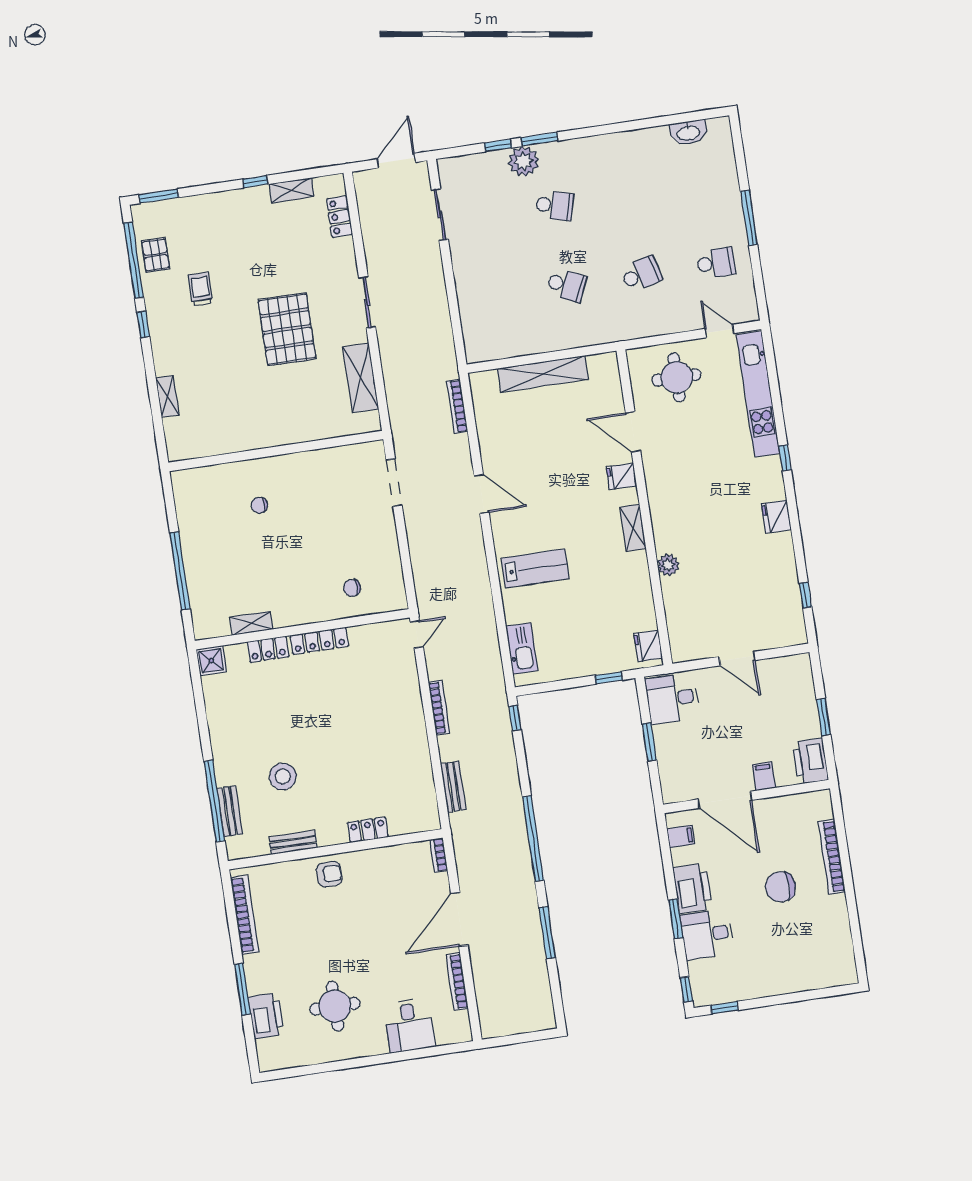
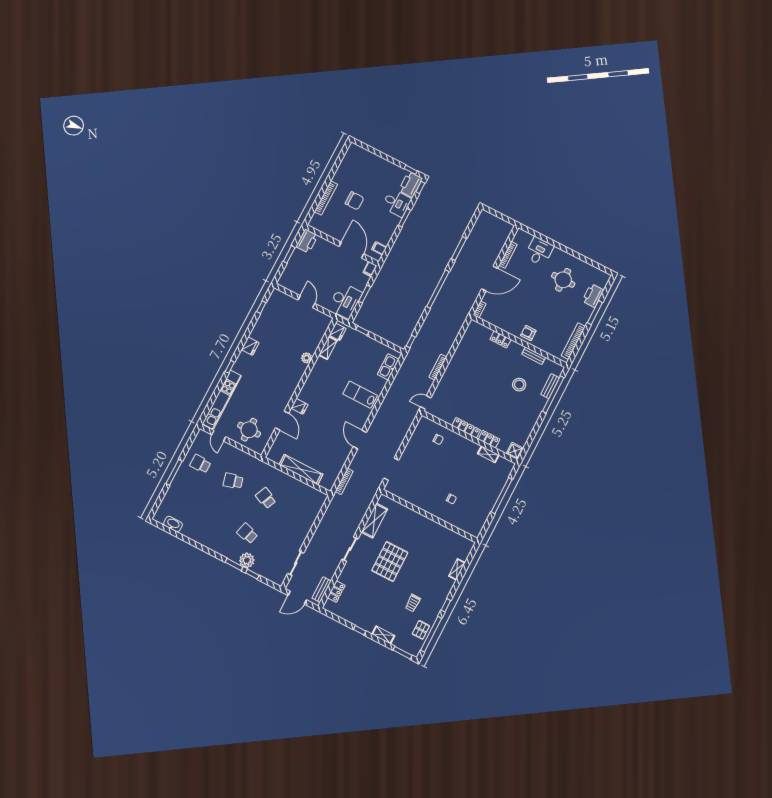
shelving: (292, 190) -> (383, 635), moved
shelving: (633, 528) -> (328, 348), moved
desk: (672, 699) -> (345, 301), width x1.37
filing cabinet: (764, 776) -> (370, 269), moved
bench: (453, 787) -> (322, 590), moved
printer: (692, 888) -> (411, 184), moved

